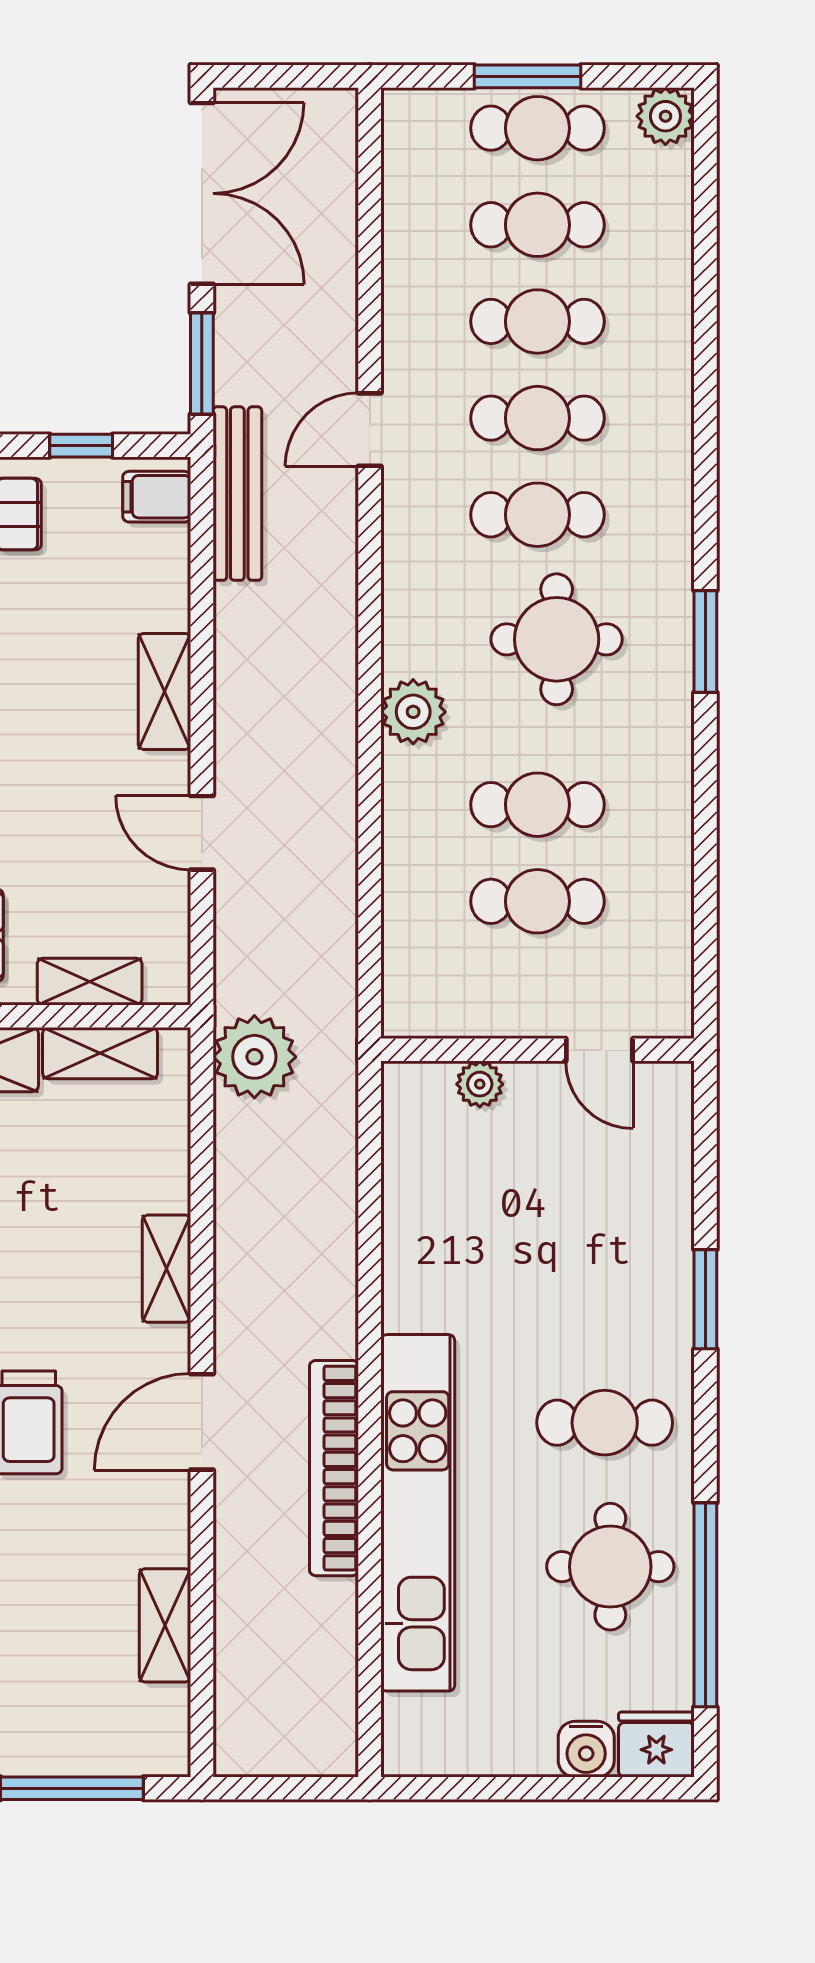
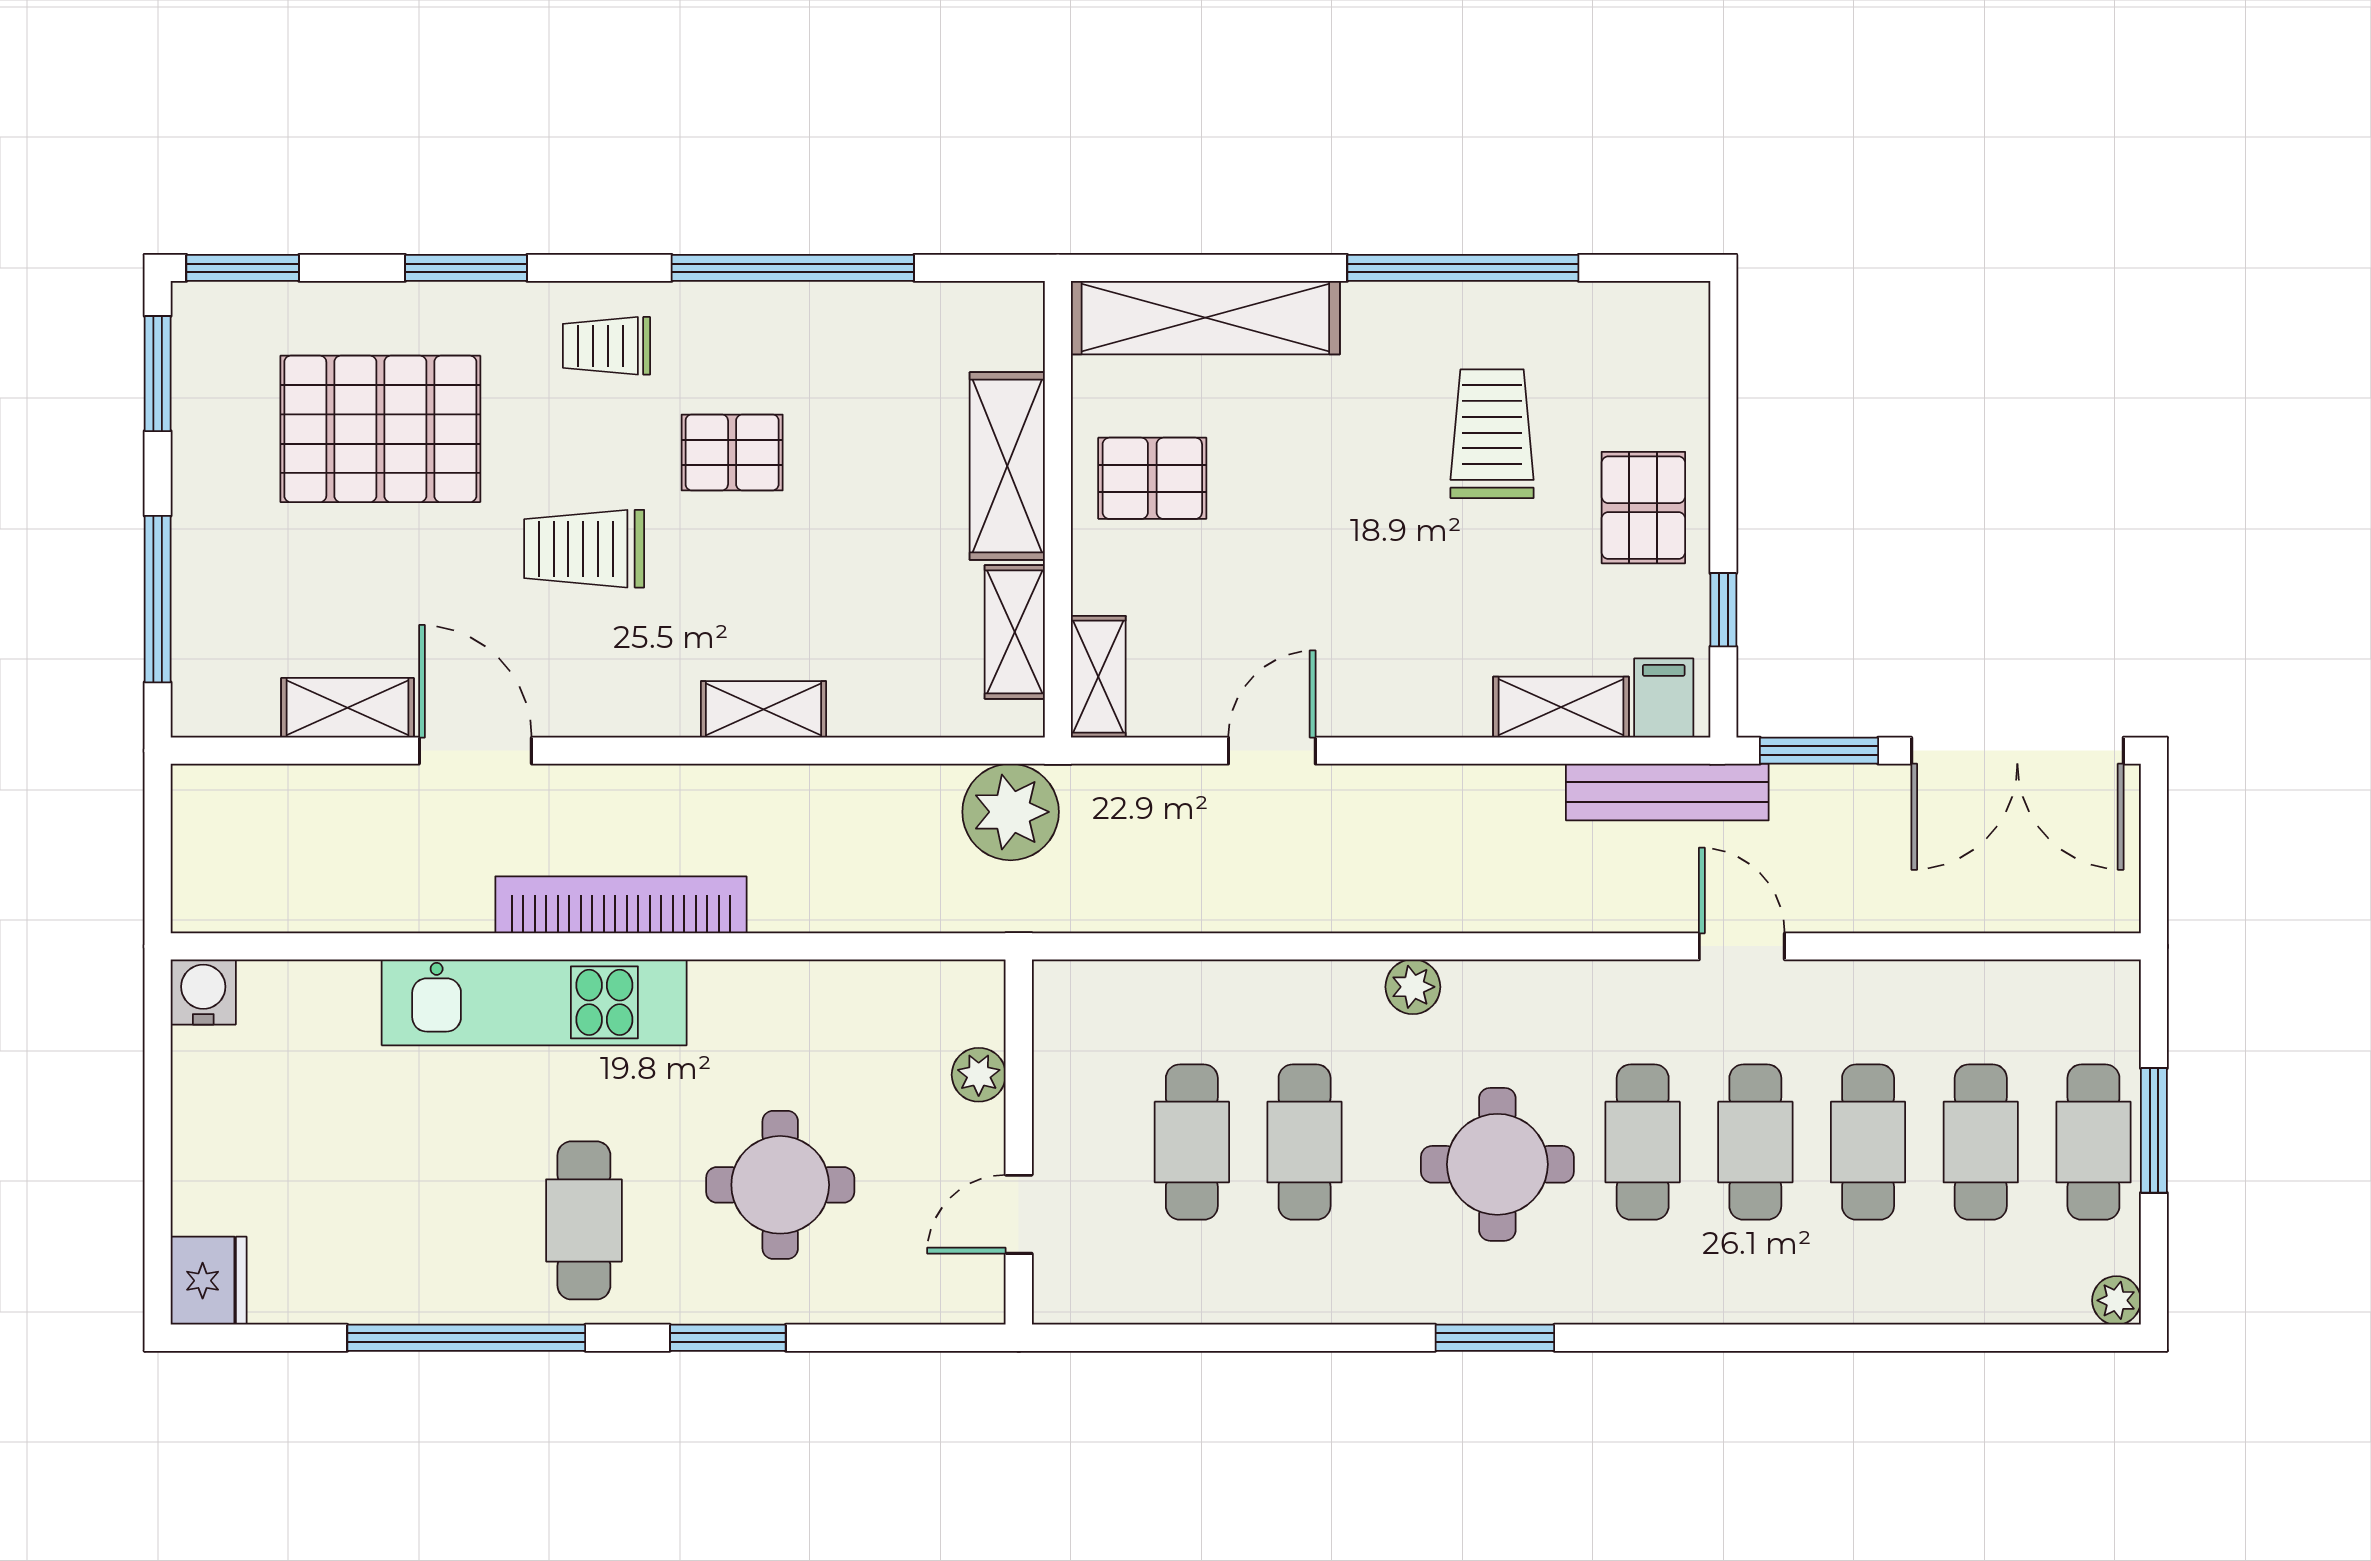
plant: (665, 116) -> (2117, 1300), width x0.73, depth x0.73
shelving: (164, 691) -> (1561, 707), moved
plant: (413, 712) -> (1413, 987), width x0.73, depth x0.73
shelving: (90, 982) -> (1098, 677), moved
door: (202, 1422) -> (475, 751), moved
bookcase: (334, 1468) -> (621, 905), moved
kitchen unit: (418, 1513) -> (534, 1002), width x0.73
round table: (610, 1567) -> (780, 1185), moved
window: (705, 1605) -> (466, 1338), moved
water cooler: (586, 1749) -> (203, 992), moved, turned 90

